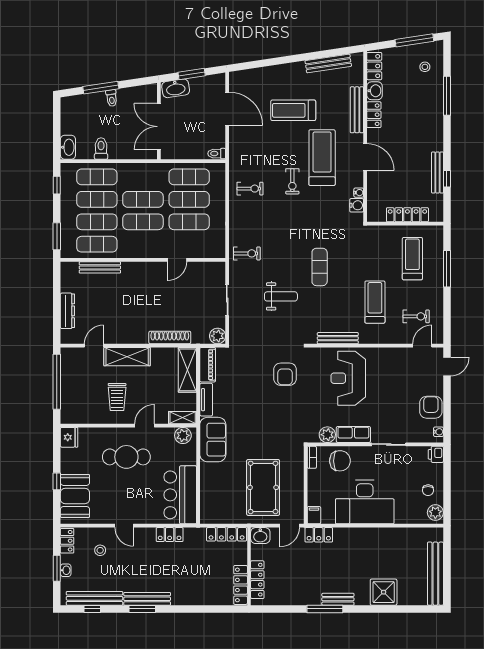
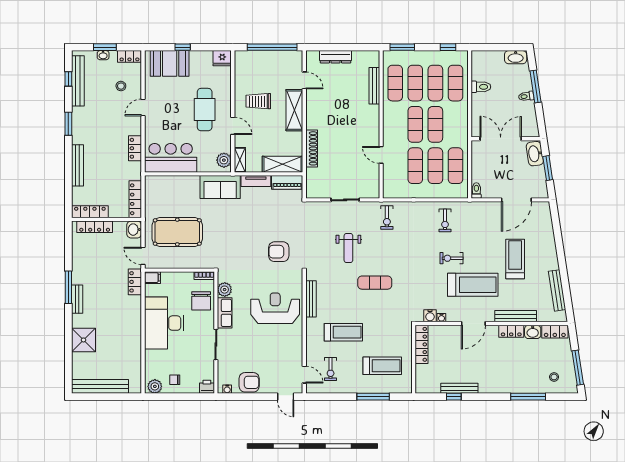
washbasin: (68, 147) -> (516, 57), moved
locker: (407, 215) -> (422, 344), moved
plant: (218, 336) -> (313, 191), removed
bench: (147, 599) -> (77, 165), moved

